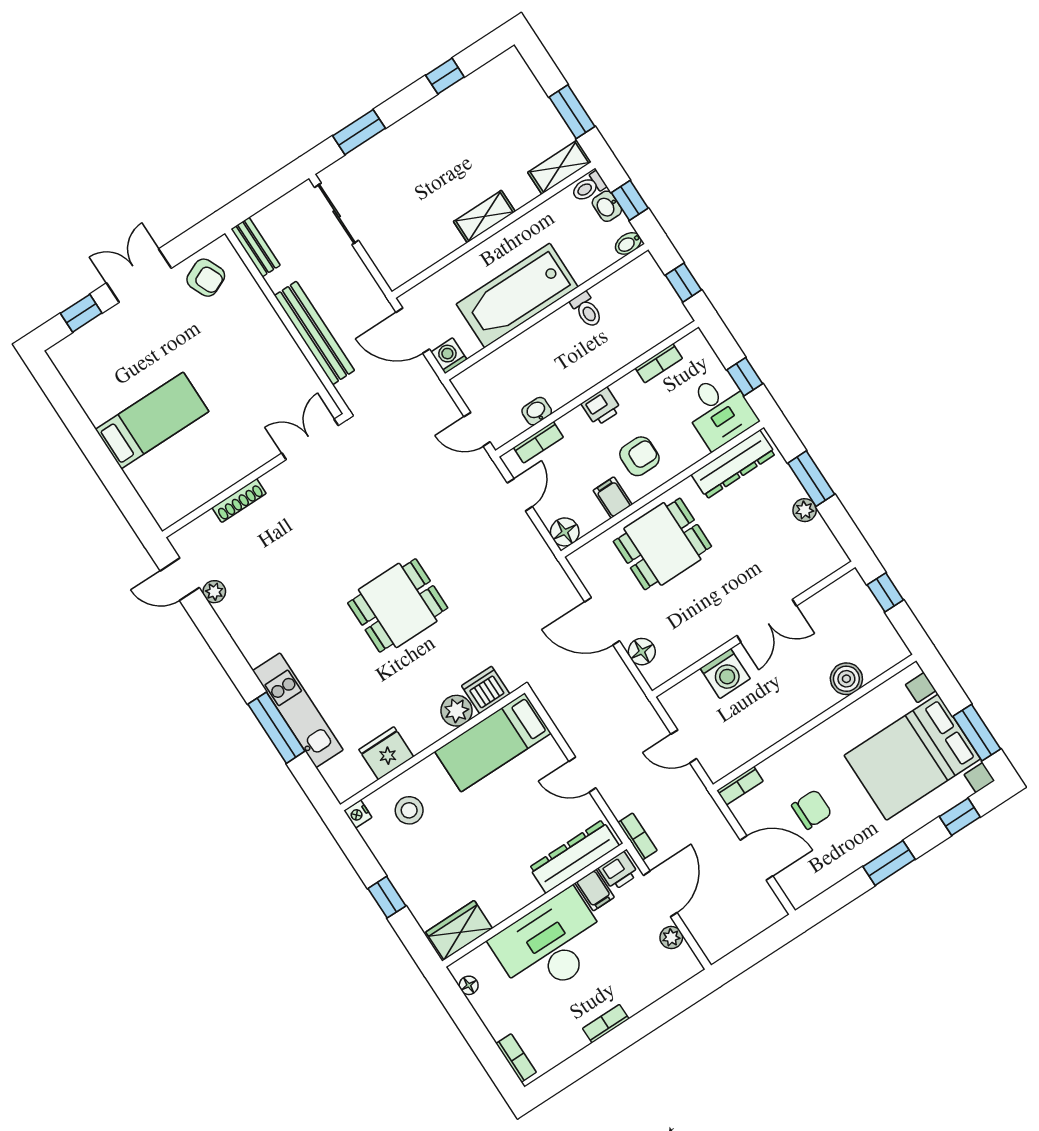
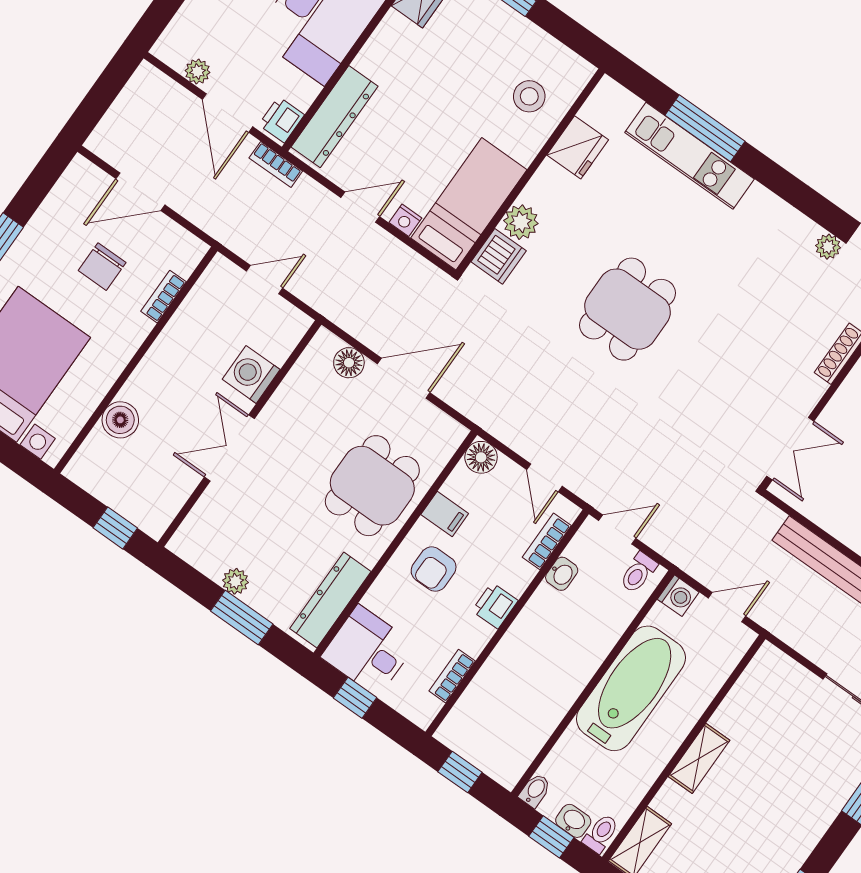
toilet: (587, 310) -> (638, 573), moved, turned -90
door: (413, 331) -> (727, 607), width x0.73
bookcase: (740, 786) -> (164, 297), moved
nightstand: (358, 814) -> (405, 220), moved, turned 180
filing cabinet: (595, 890) -> (299, 90), removed

